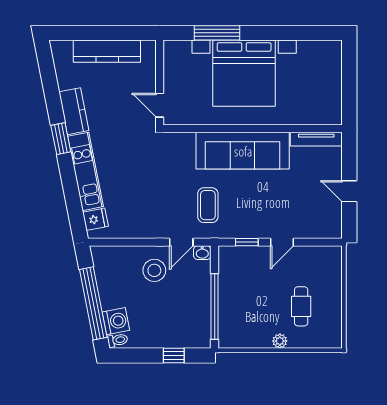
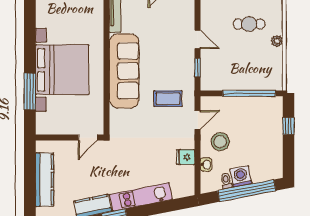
fridge: (95, 219) -> (186, 157), moved, turned -79
door: (181, 242) -> (198, 120), hinge flipped
washbasin: (202, 253) -> (206, 164), moved
washing machine: (116, 321) -> (241, 176), moved
toilet: (118, 340) -> (226, 181), moved

